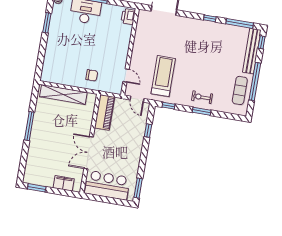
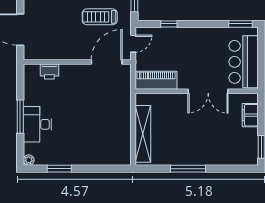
printer: (128, 17) -> (49, 72), moved
chair: (92, 75) -> (114, 104), removed
door: (126, 75) -> (107, 62), width x1.88
treadmill: (163, 76) -> (100, 17), width x0.73, depth x0.73

